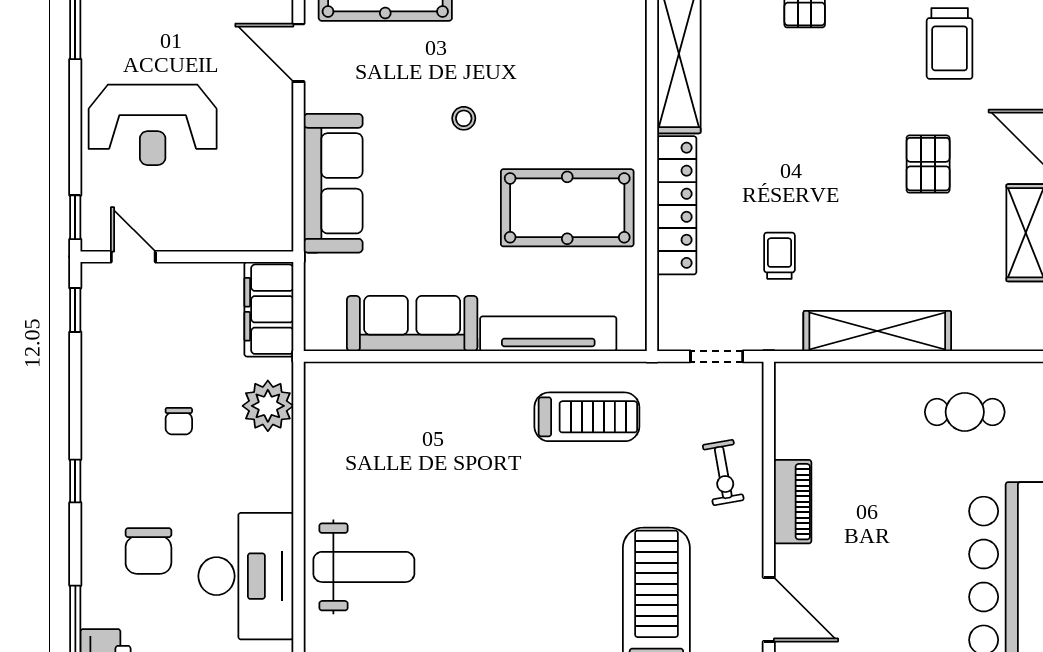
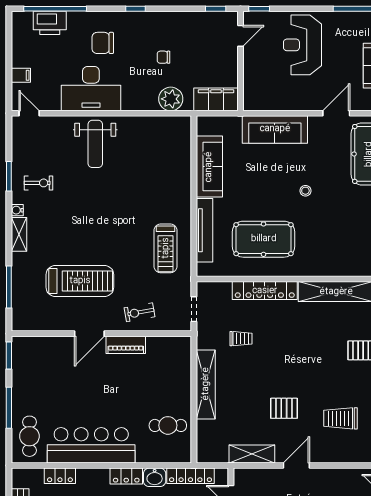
pool table: (567, 208) -> (264, 239), turned 90
cafe table: (965, 412) -> (168, 425), turned 90
door: (769, 610) -> (89, 334), moved

